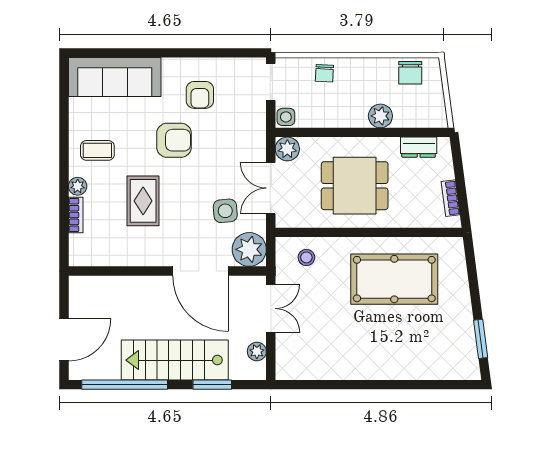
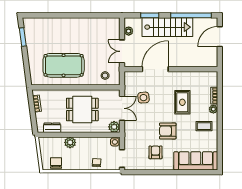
plant: (249, 249) -> (132, 79), removed
door: (200, 271) -> (155, 69), hinge flipped

